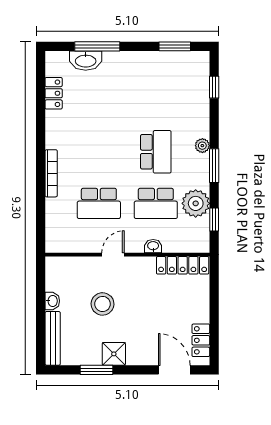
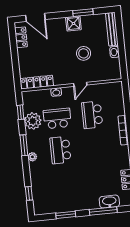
window: (175, 46) -> (66, 215), moved
school desk: (99, 203) -> (92, 115), turned -90

